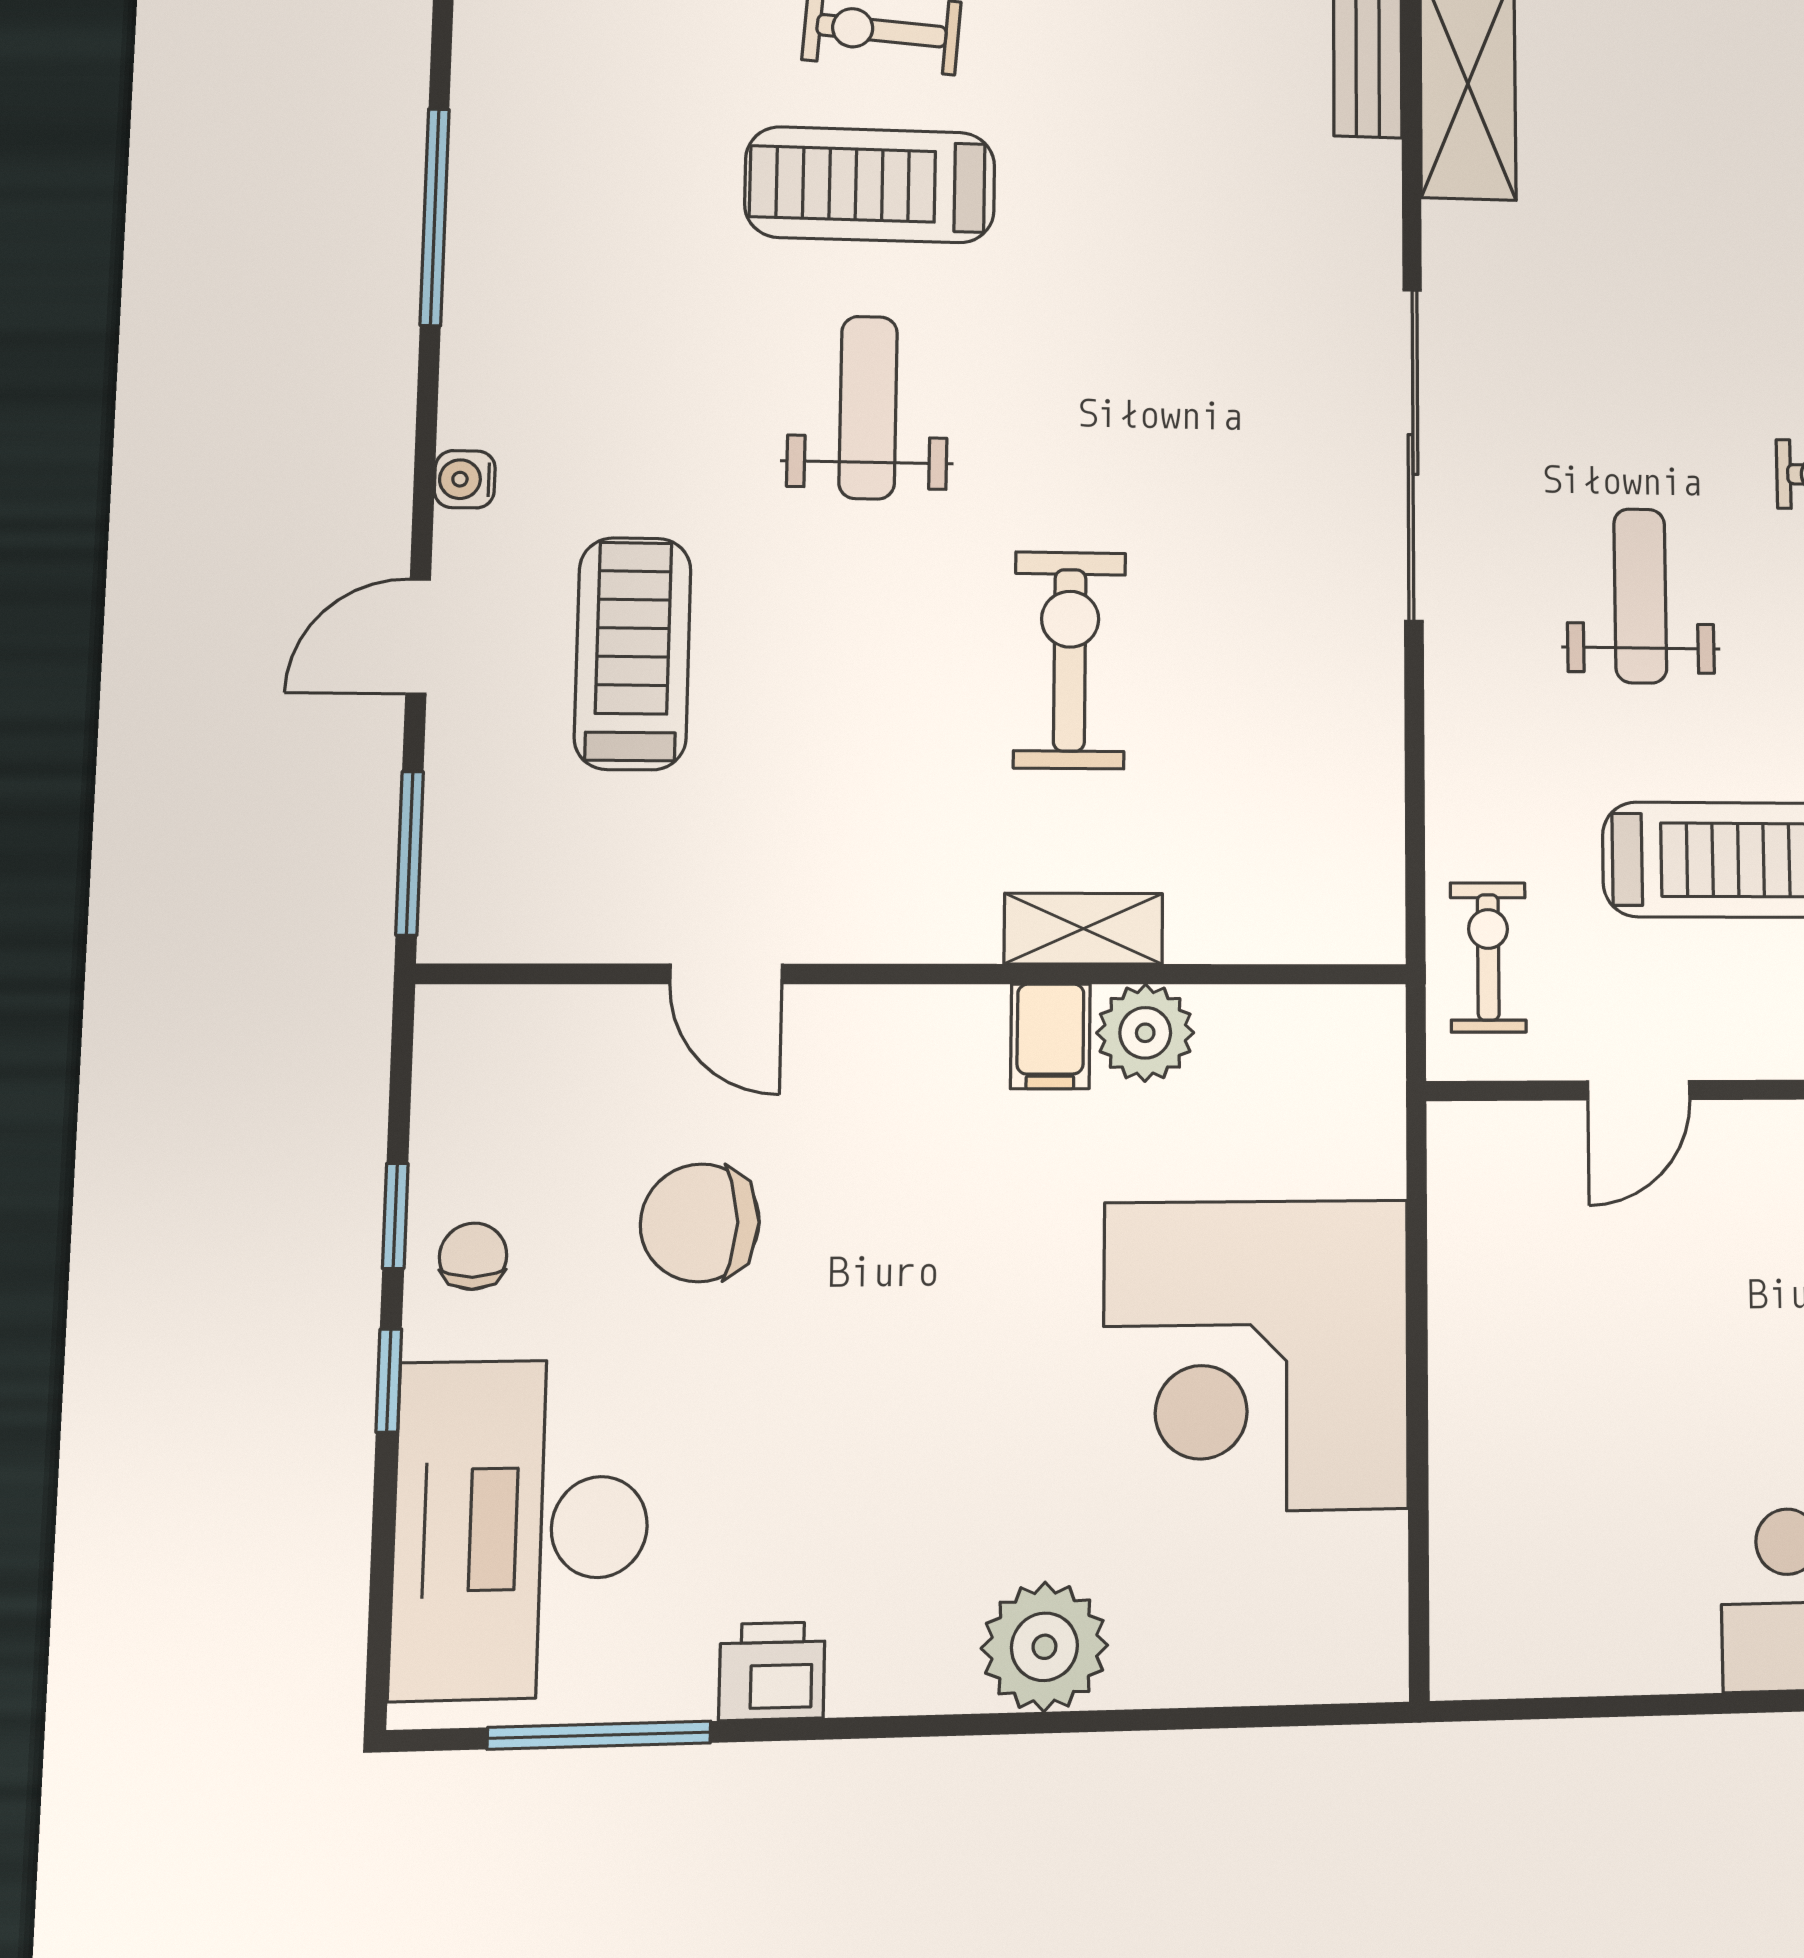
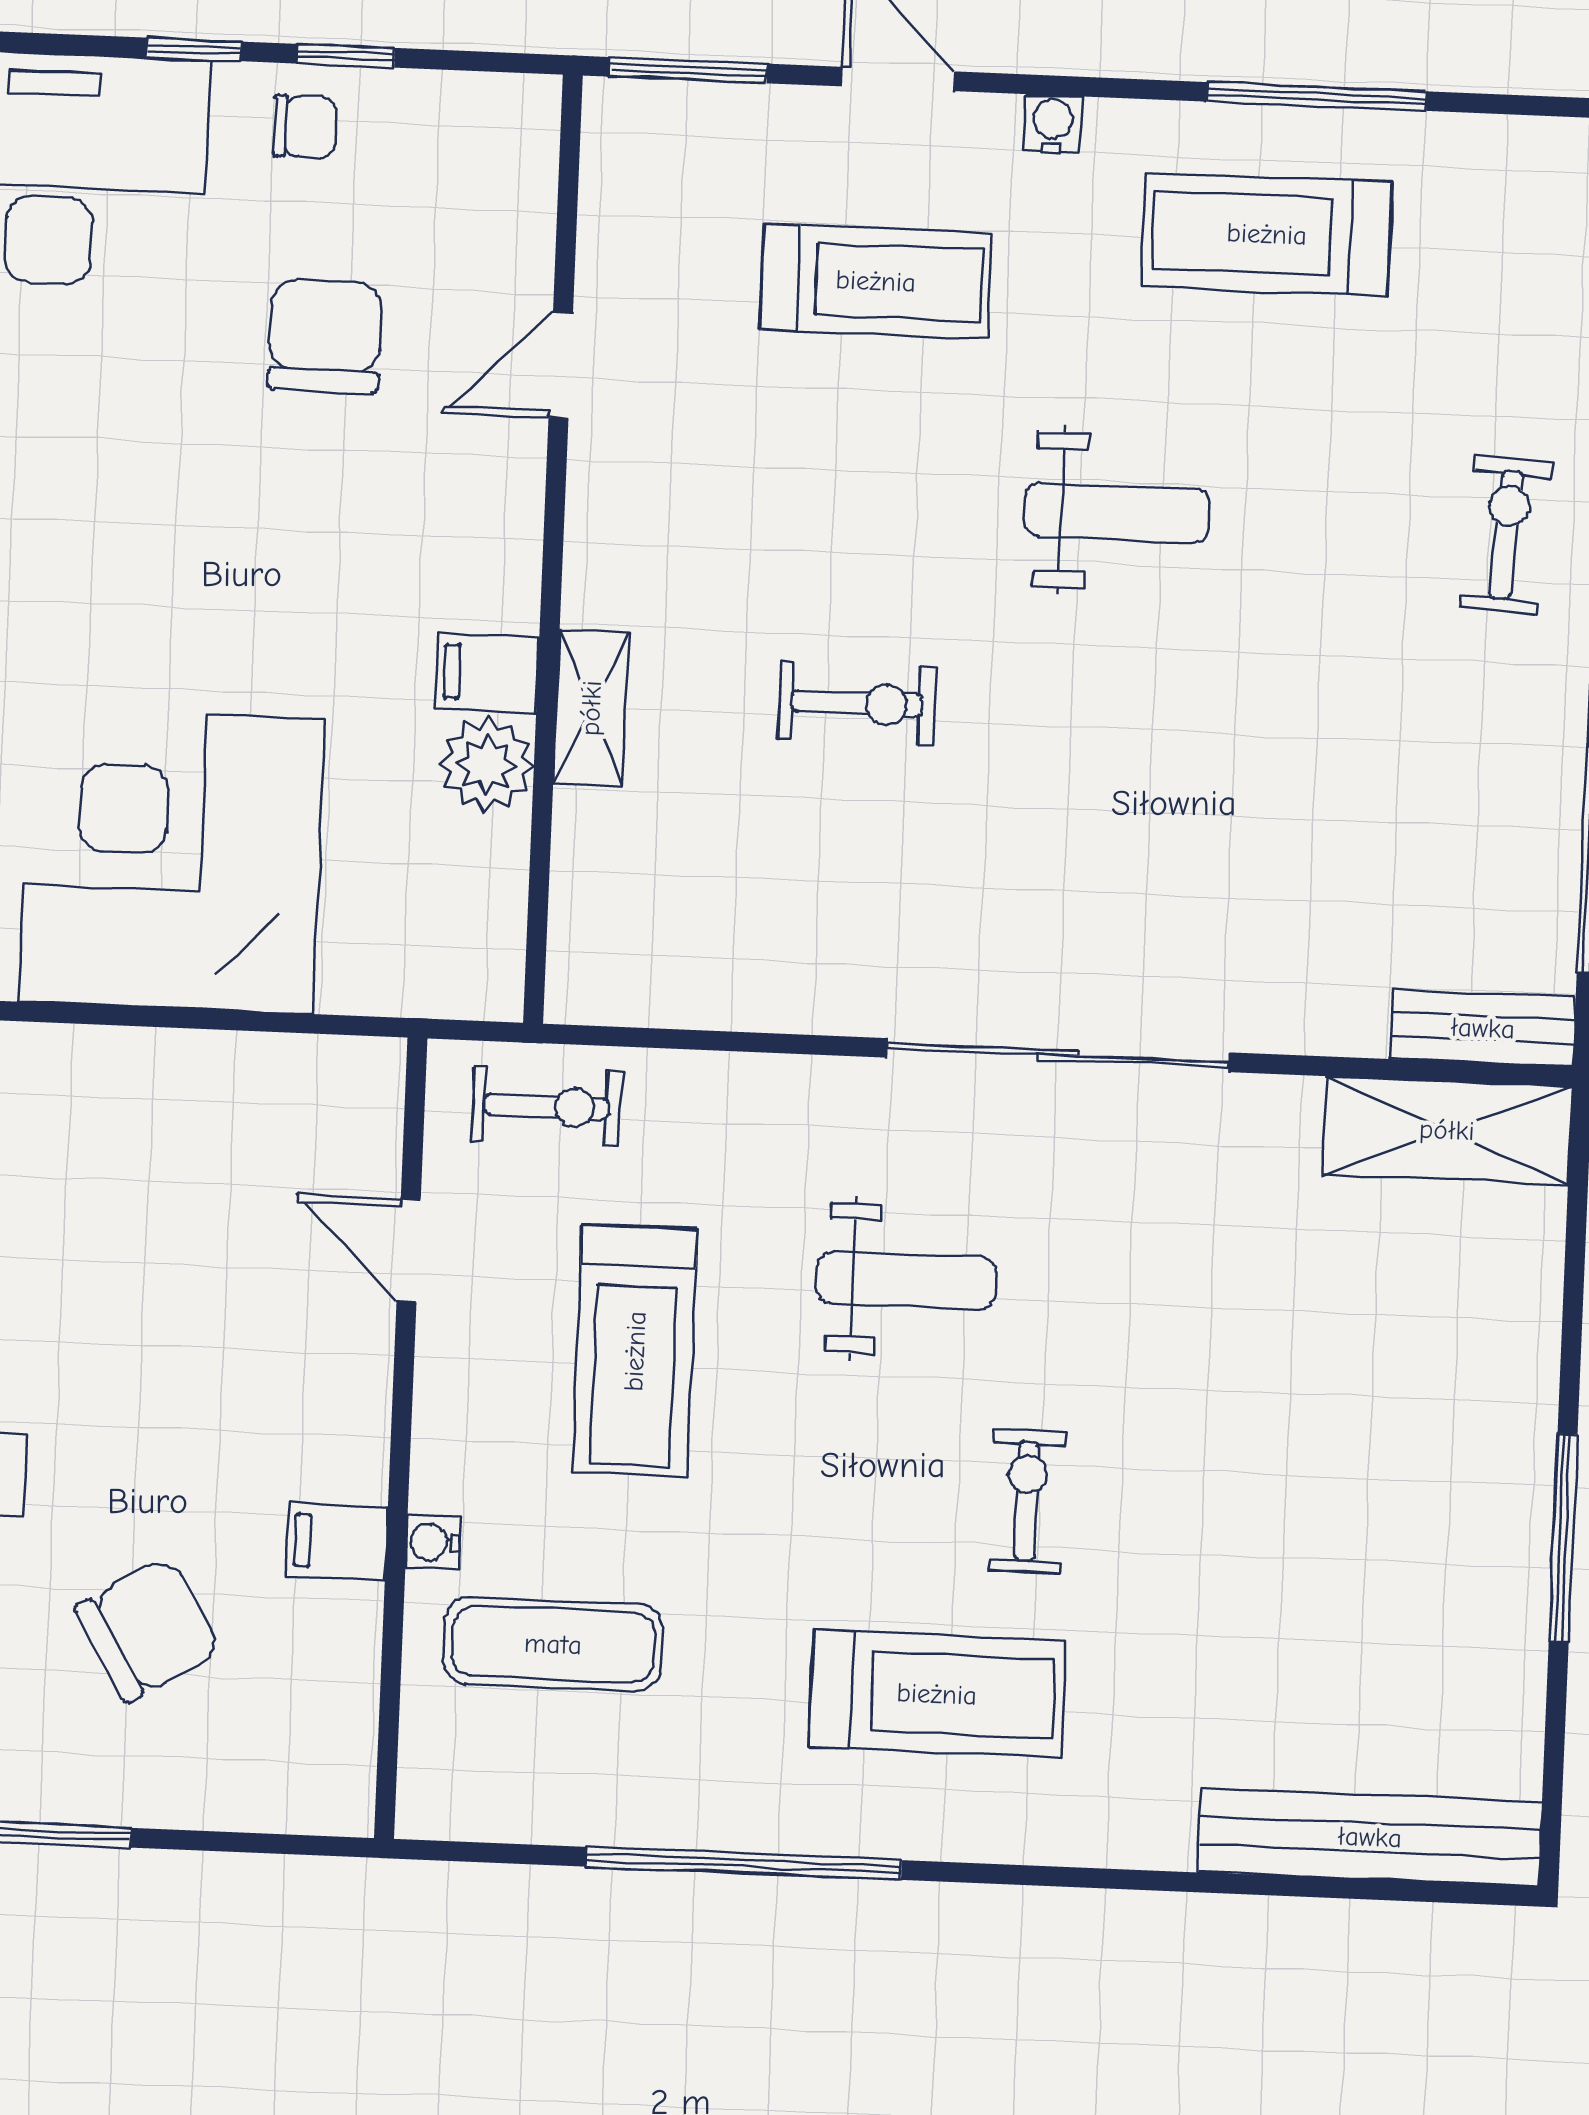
treadmill: (870, 185) -> (1267, 234), moved, turned -90
exercise bike: (1070, 660) -> (857, 703), width x0.73, depth x0.72

